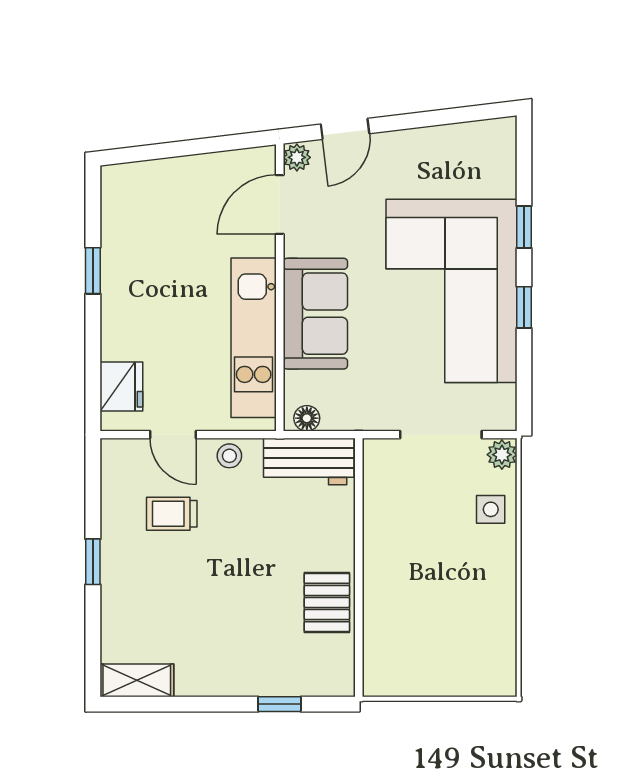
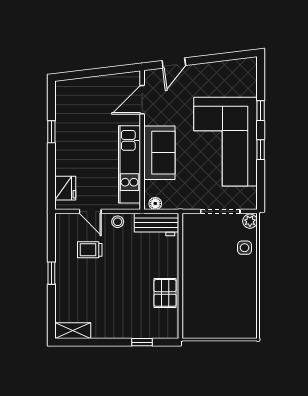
plant: (297, 157) -> (150, 77), removed

